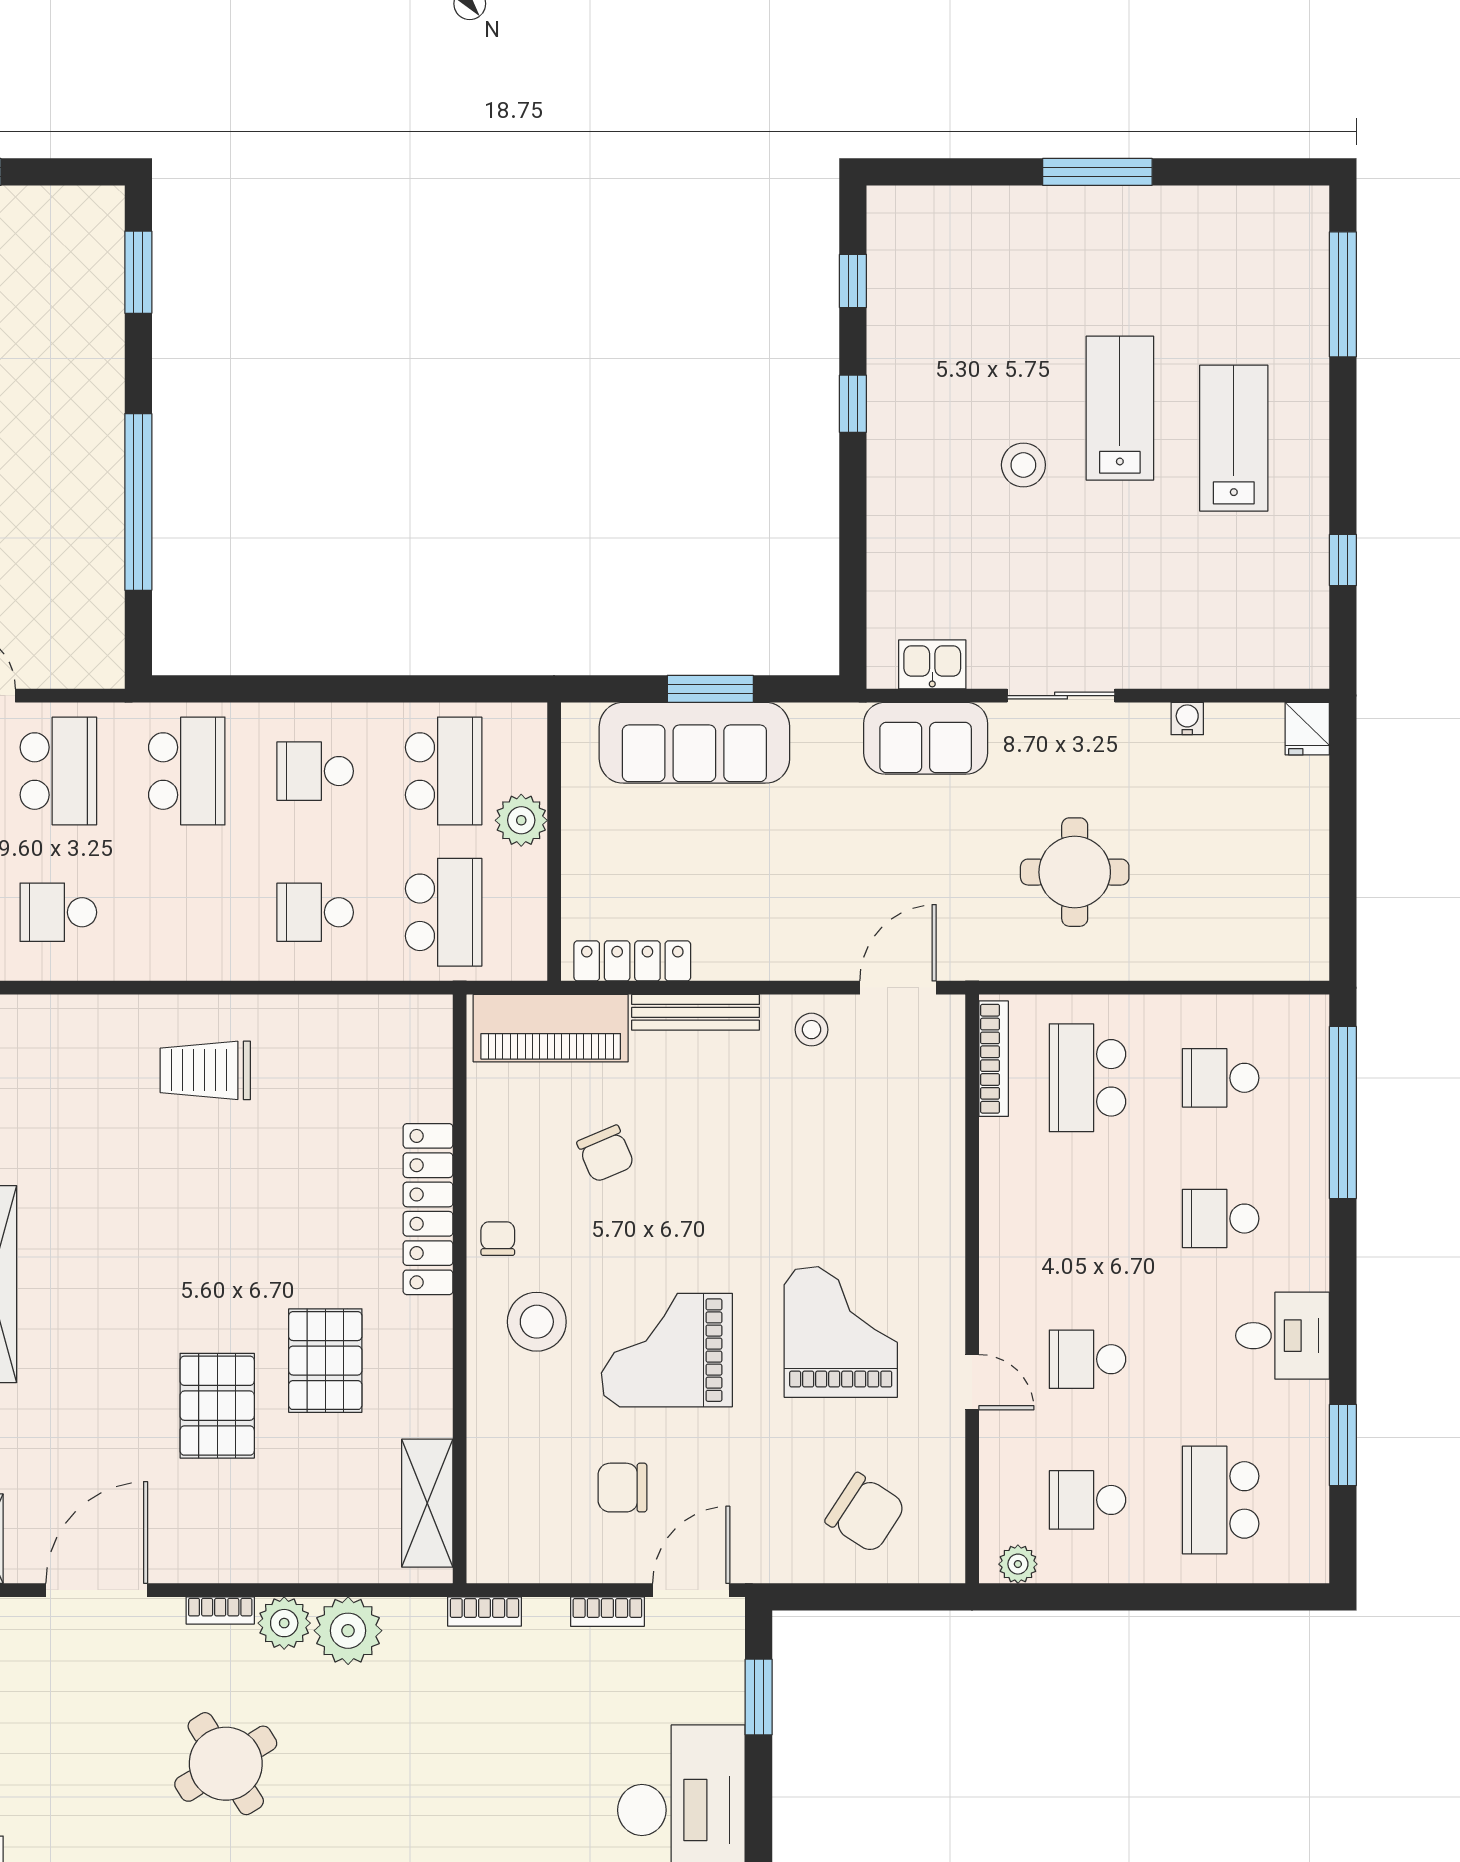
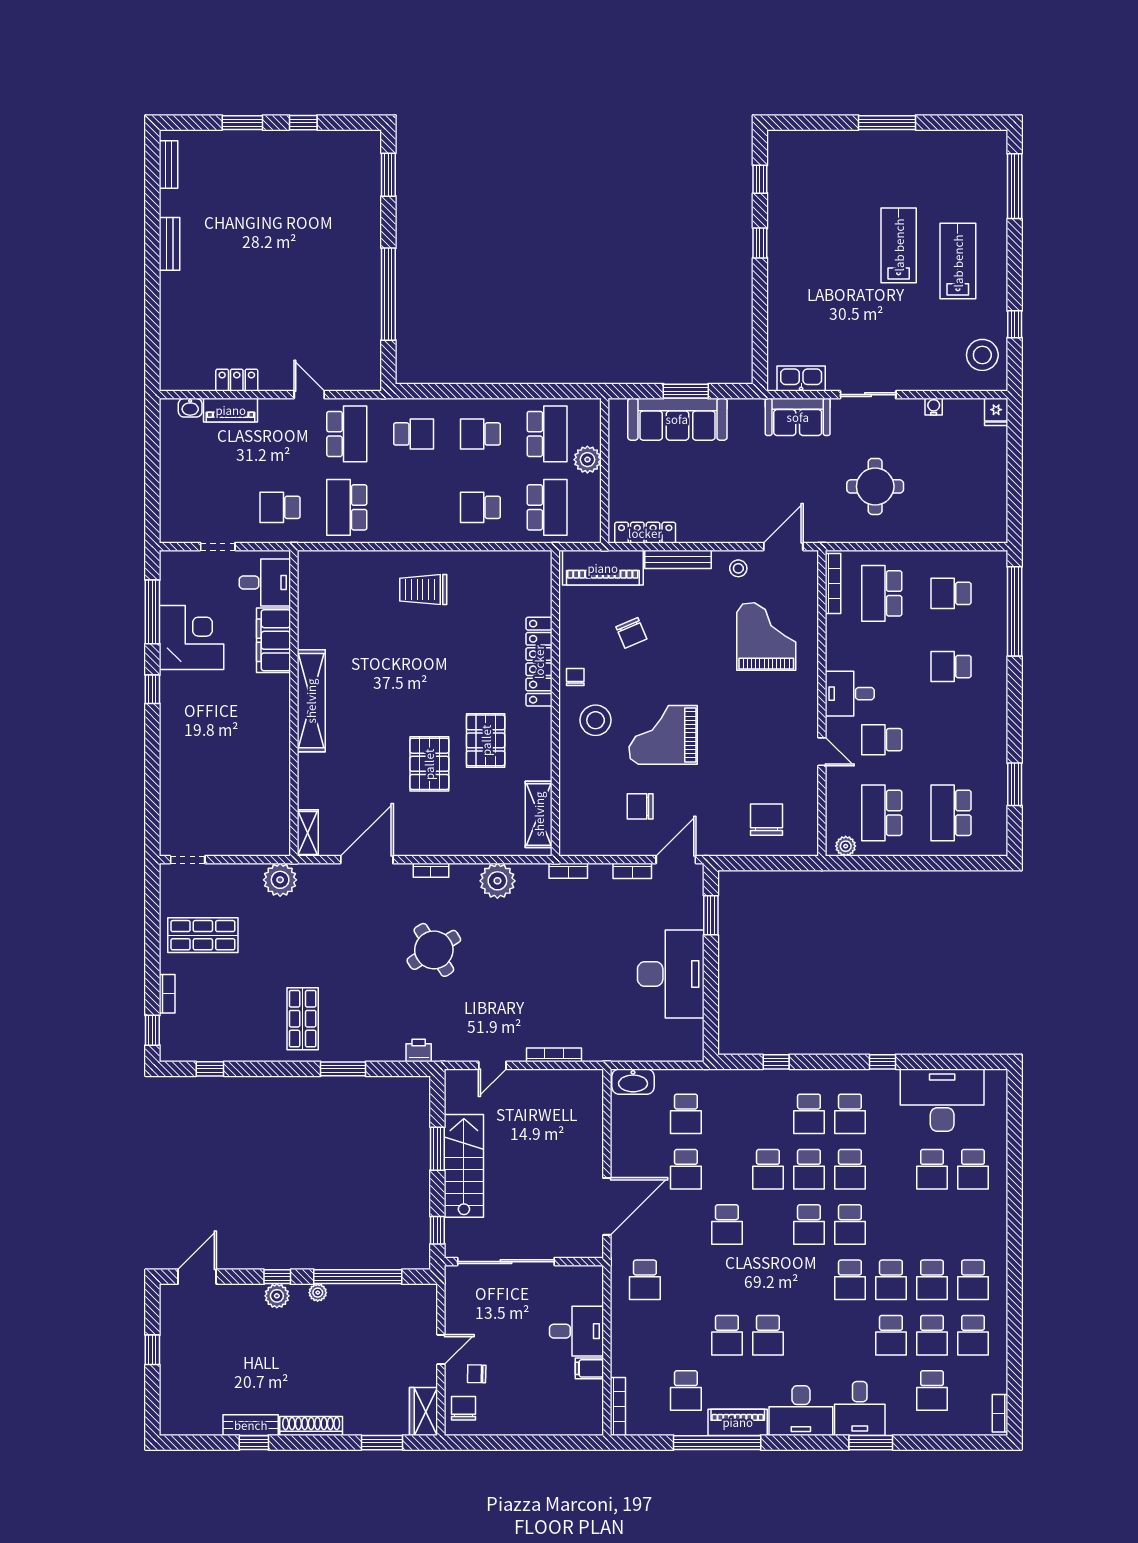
stool: (1023, 465) -> (982, 355), moved, width x1.38, depth x1.38
kitchen sink: (932, 664) -> (801, 379), width x1.38
school desk: (187, 771) -> (414, 434), width x0.54
school desk: (58, 912) -> (347, 507), width x1.85
grand piano: (841, 1332) -> (766, 637), moved
desk: (1282, 1336) -> (850, 694), moved, turned 180
school desk: (1087, 1500) -> (882, 813), width x1.85
chair: (865, 1513) -> (766, 820), turned -123
plant: (284, 1623) -> (464, 877), removed

